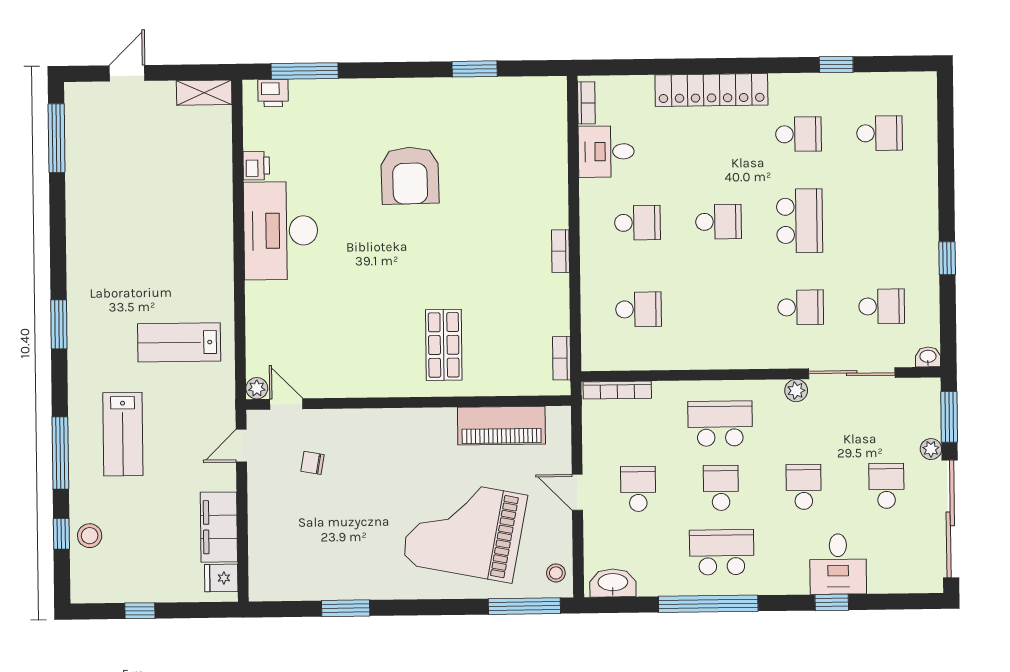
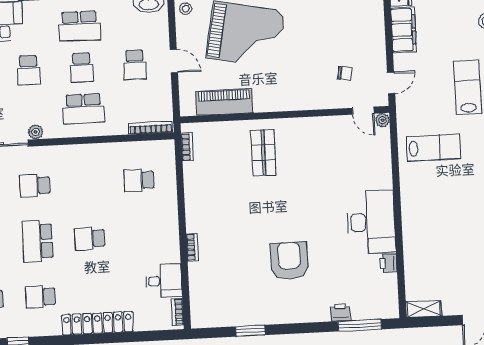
printer: (273, 93) -> (340, 312), moved
school desk: (637, 223) -> (142, 236), removed
bookcase: (560, 251) -> (192, 247), moved

